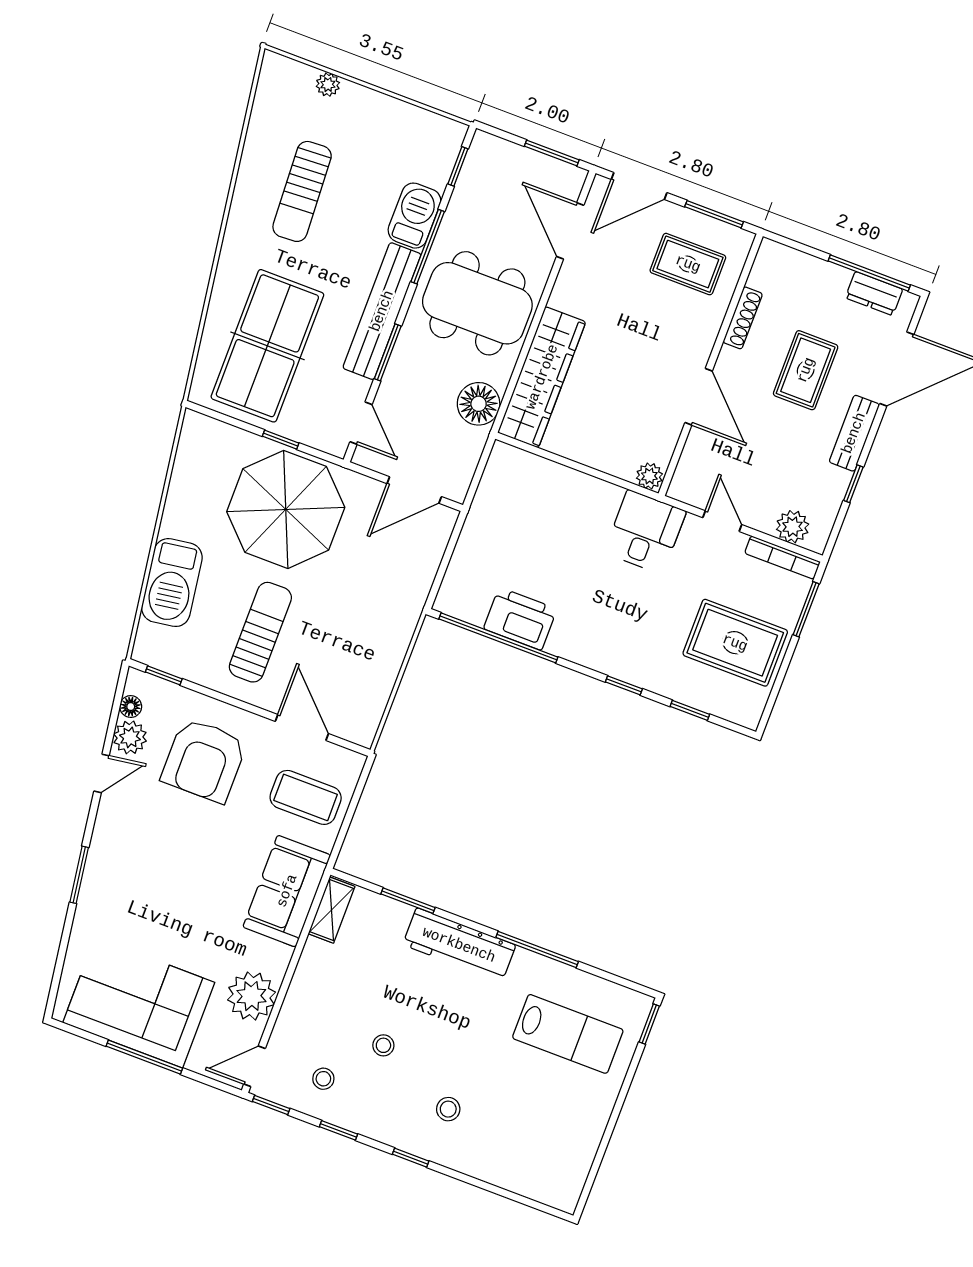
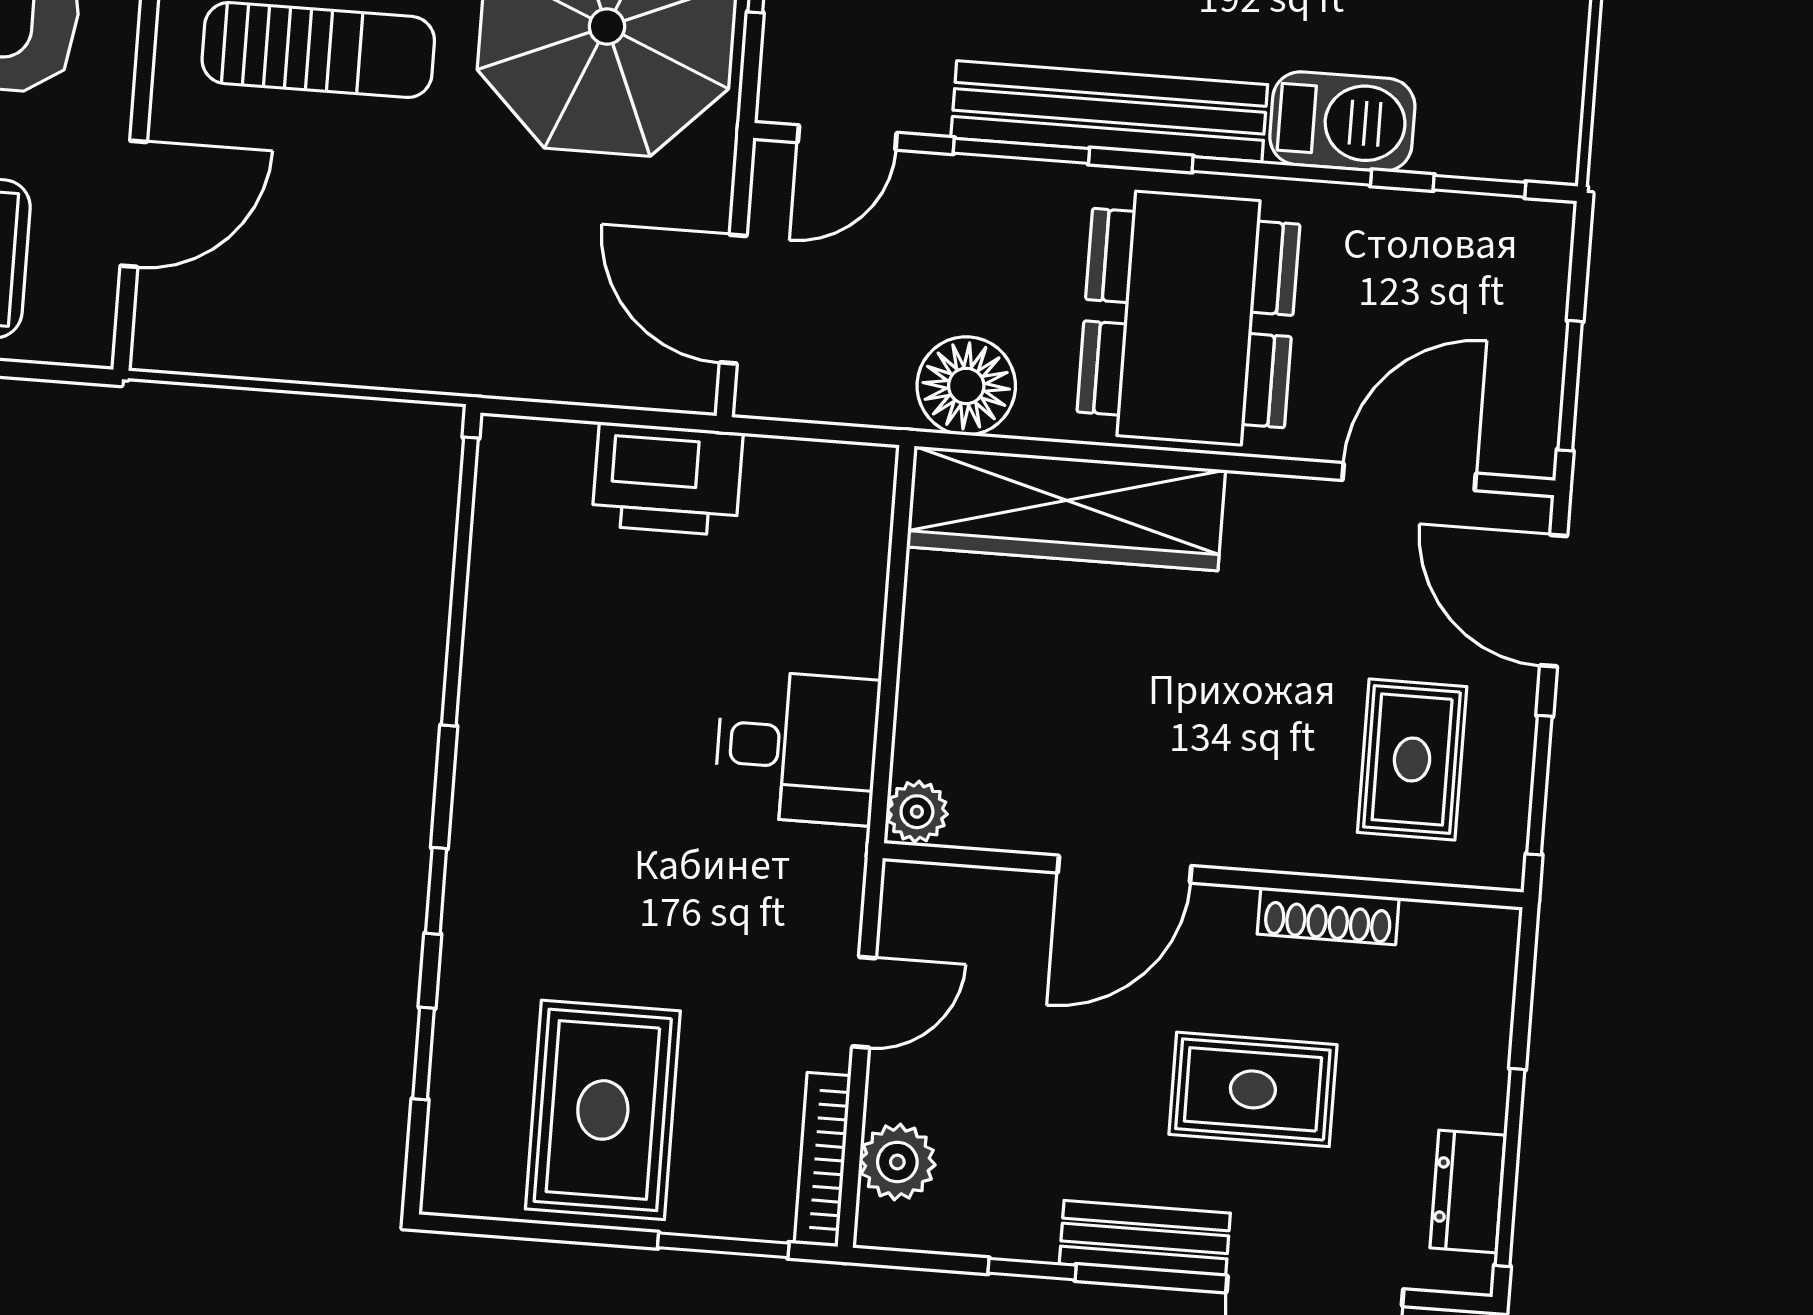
desk: (645, 532) -> (797, 747), moved
printer: (520, 619) -> (667, 479), moved, turned 90

